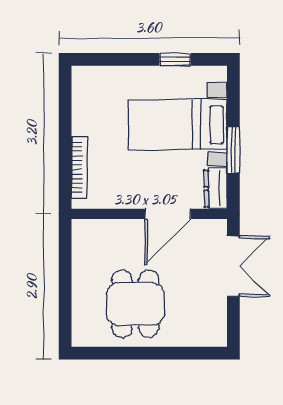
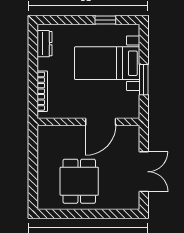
dresser: (216, 189) -> (44, 44), moved, turned 180
double door: (233, 266) -> (144, 172), moved

